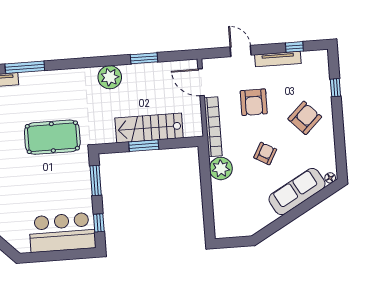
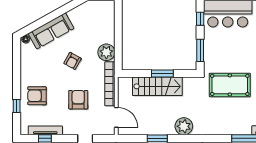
tv unit: (278, 59) -> (45, 130), moved
armchair: (305, 118) -> (37, 96), moved, turned 44

